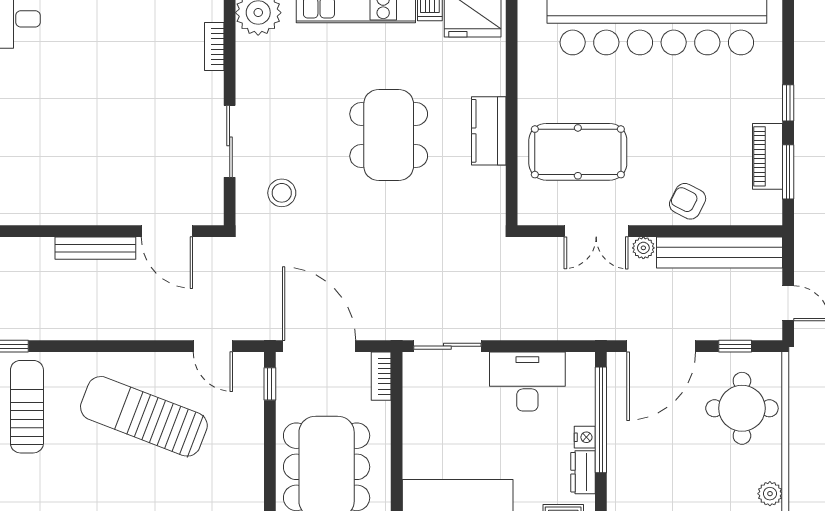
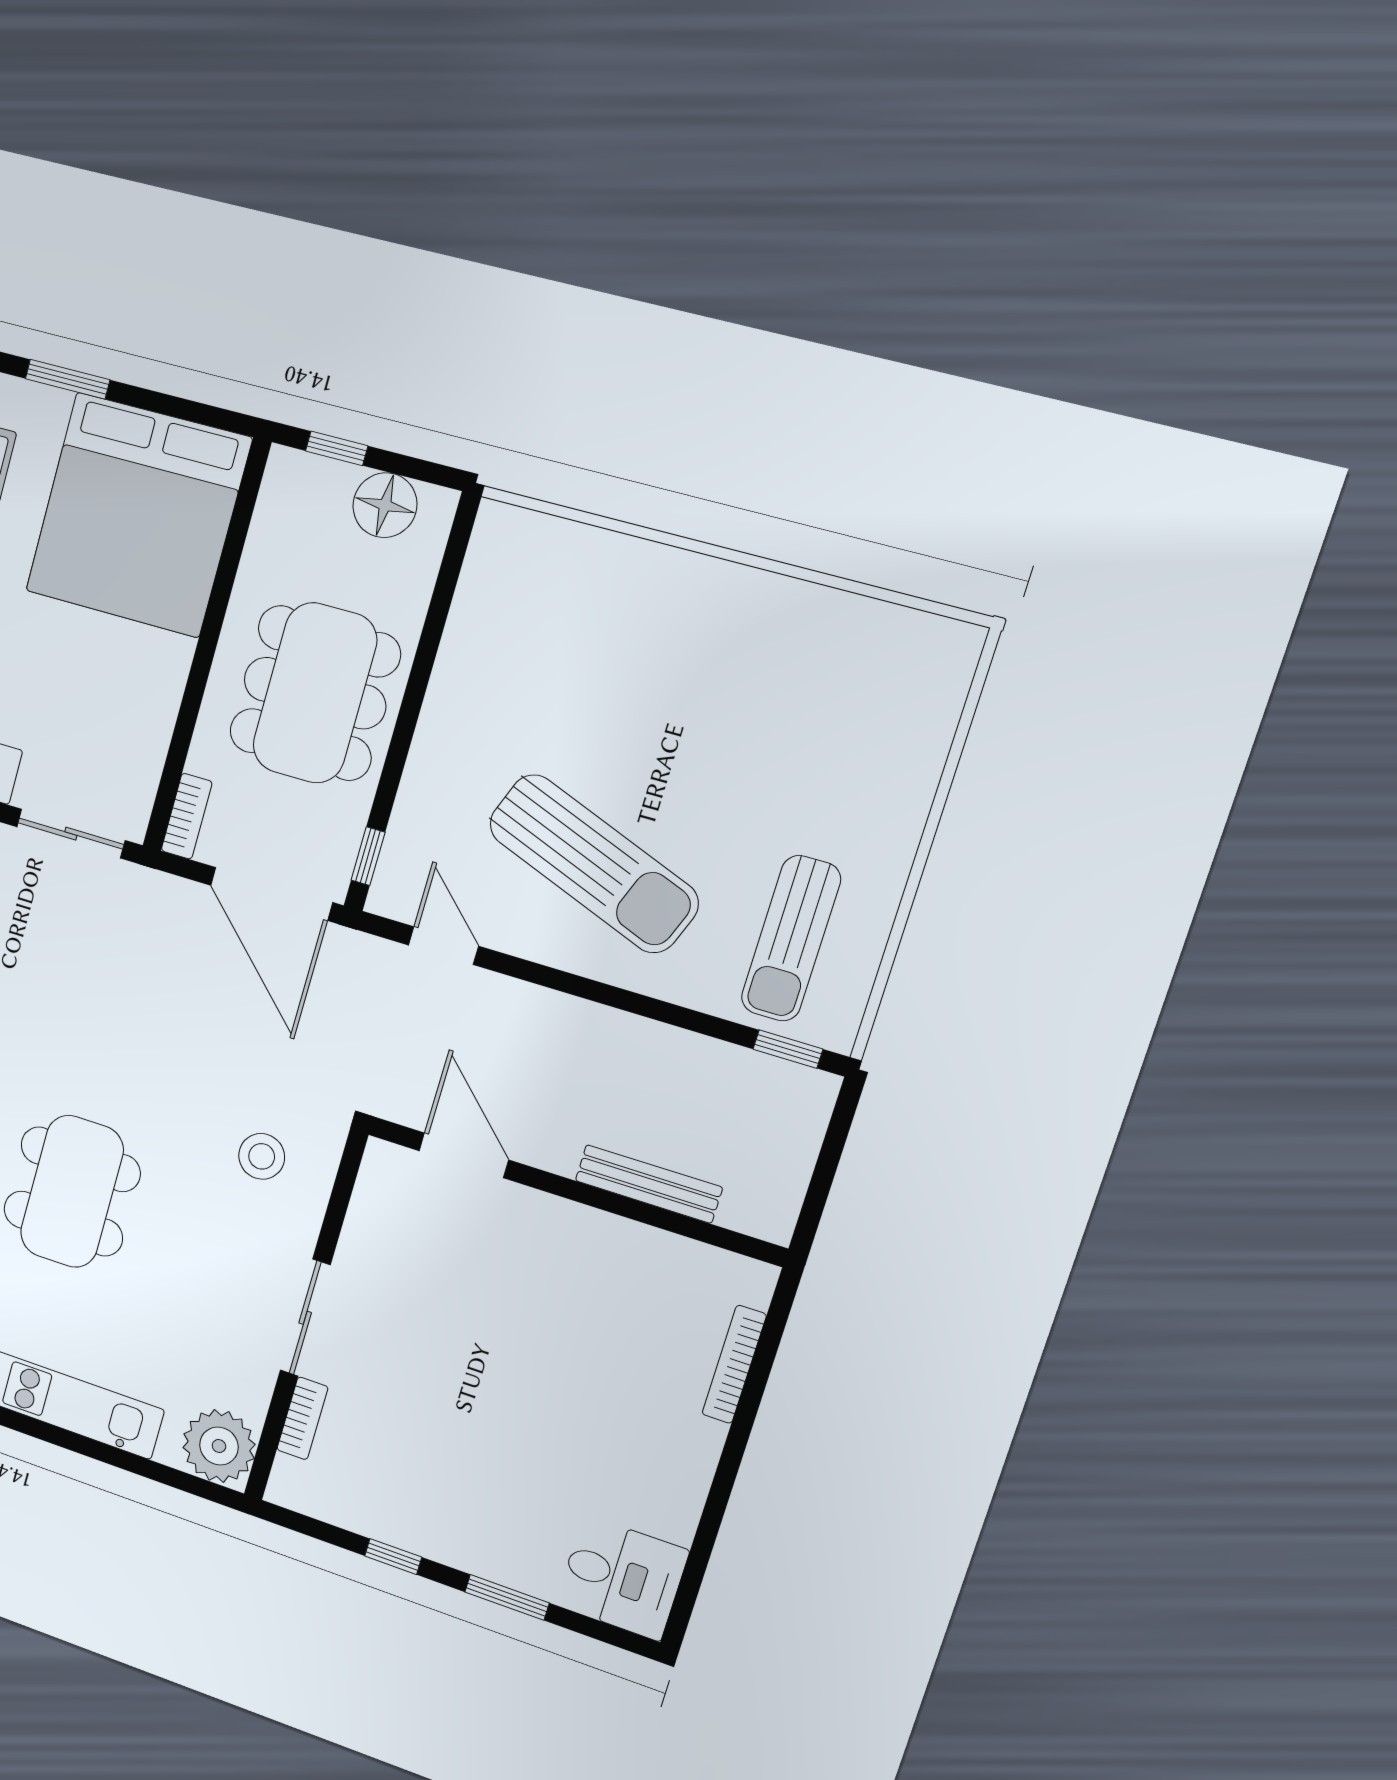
sliding door: (230, 141) -> (305, 1318), moved
bench: (95, 248) -> (649, 1184), moved

